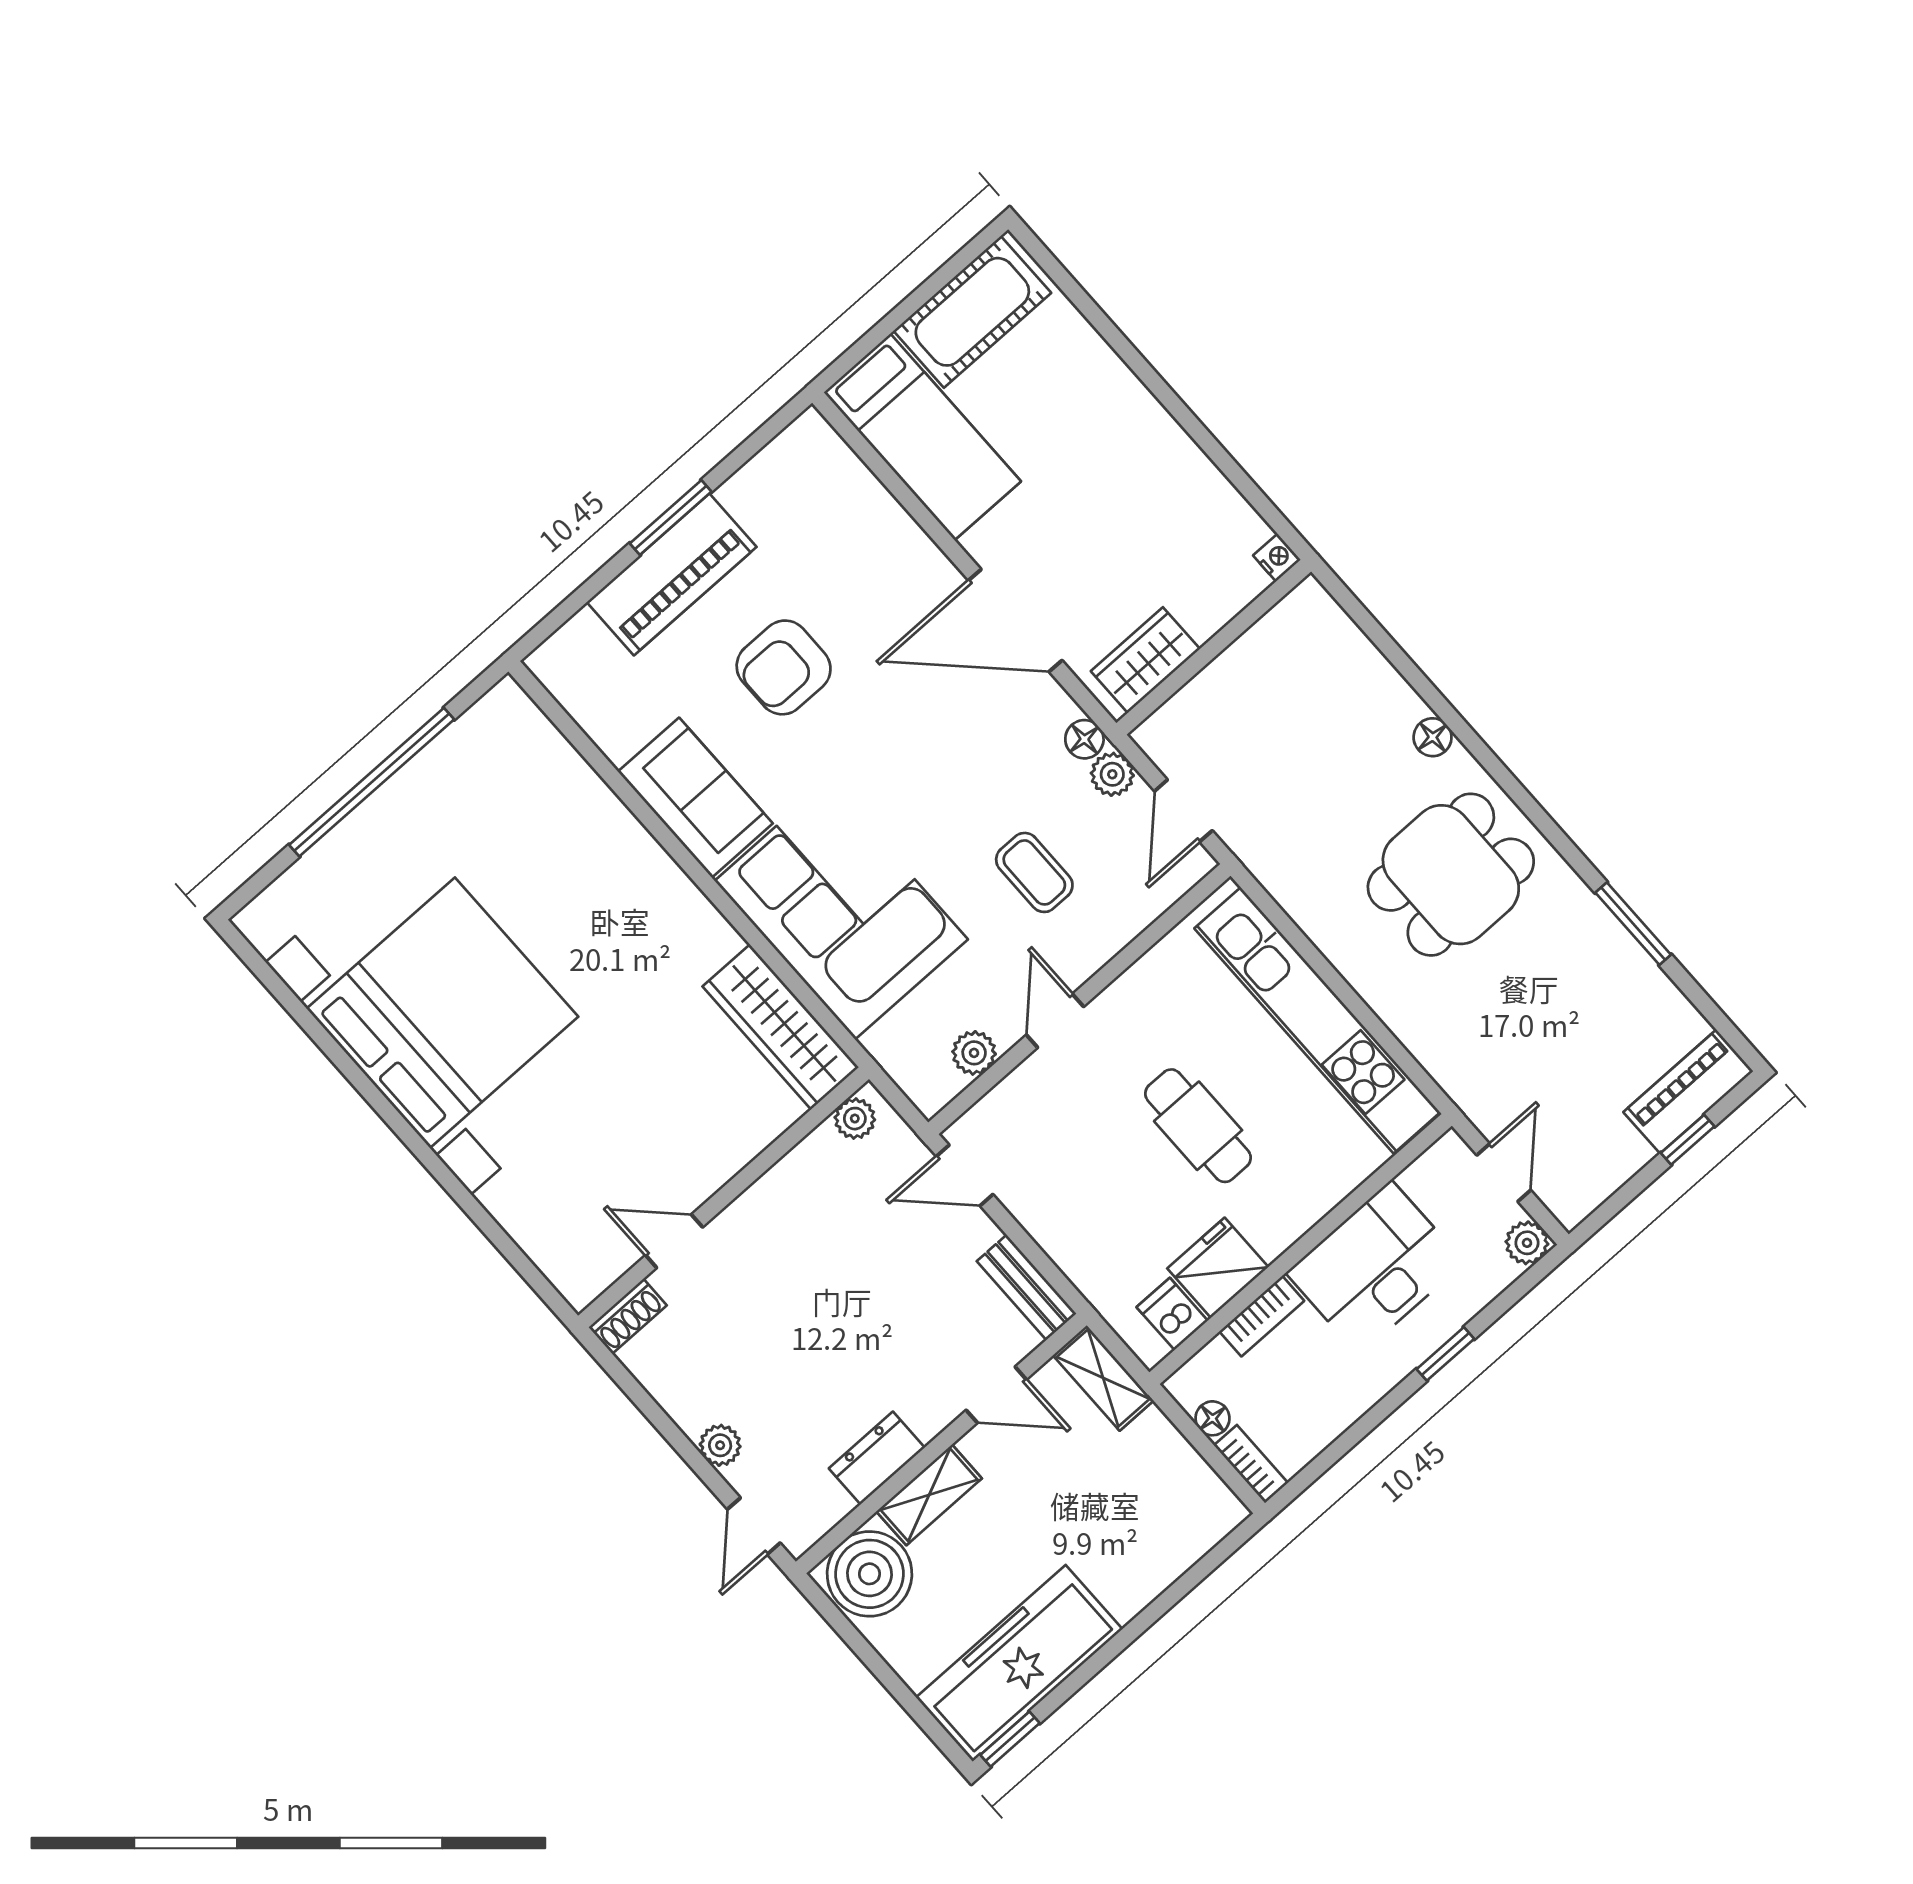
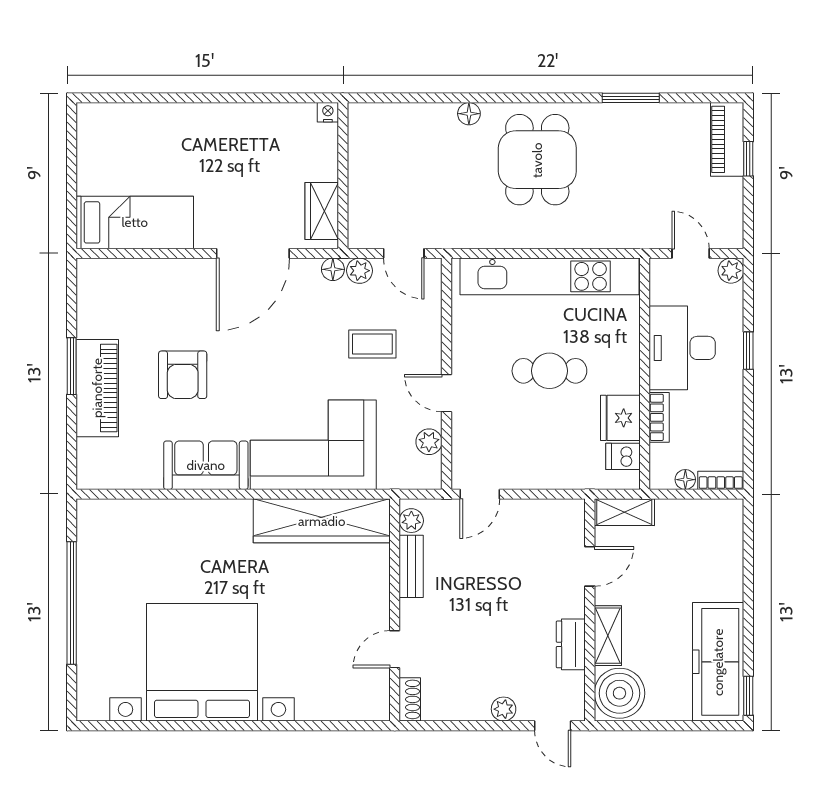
cot: (972, 312) -> (99, 151), removed
wardrobe: (781, 1027) -> (322, 521), width x1.40, depth x1.17
bench: (1027, 1287) -> (411, 566), moved, turned 90

